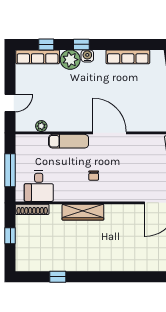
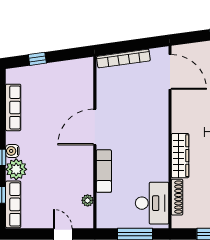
chair: (94, 176) -> (141, 144), removed
desk: (39, 186) -> (152, 203), width x1.37
shoe rack: (32, 209) -> (177, 197), moved

